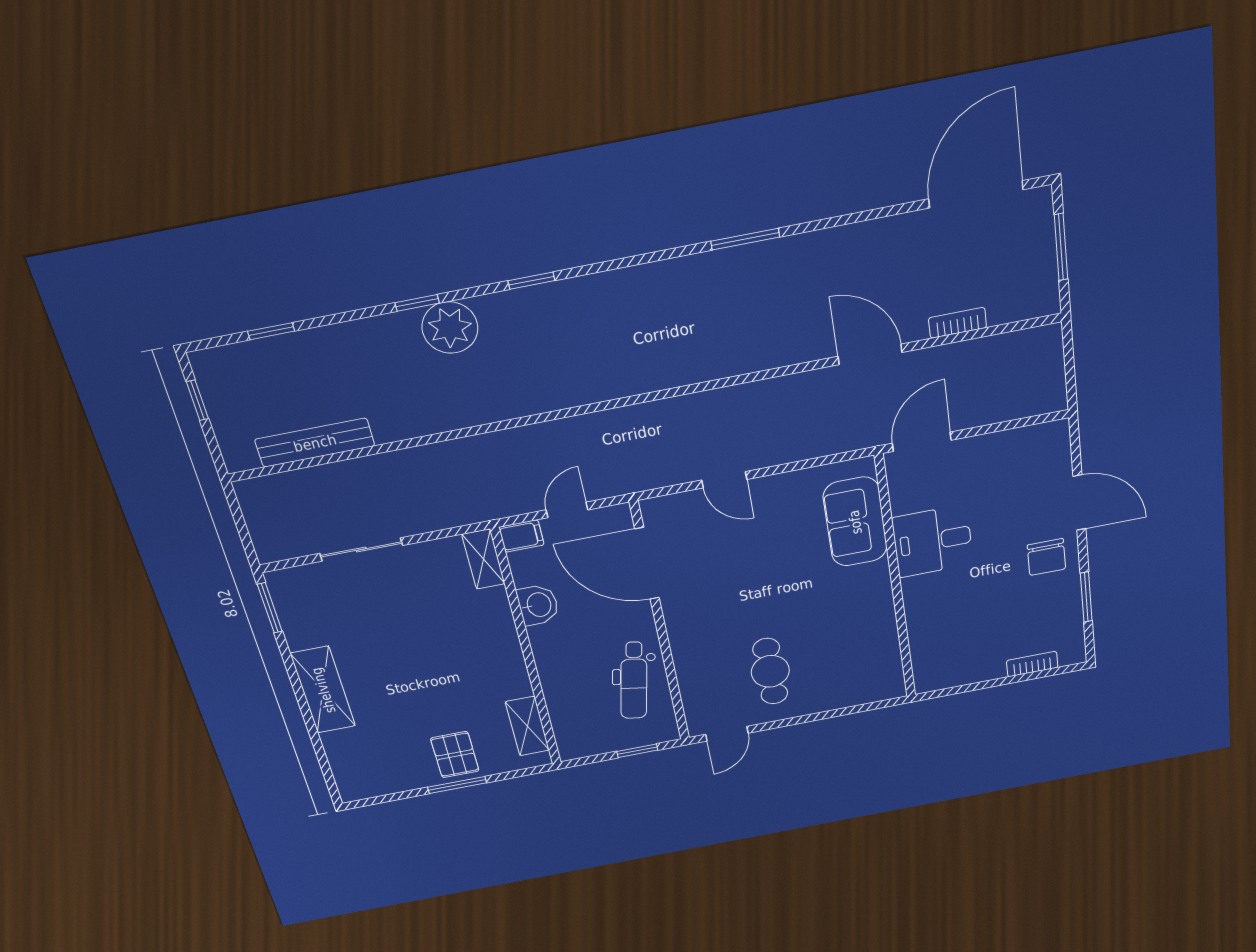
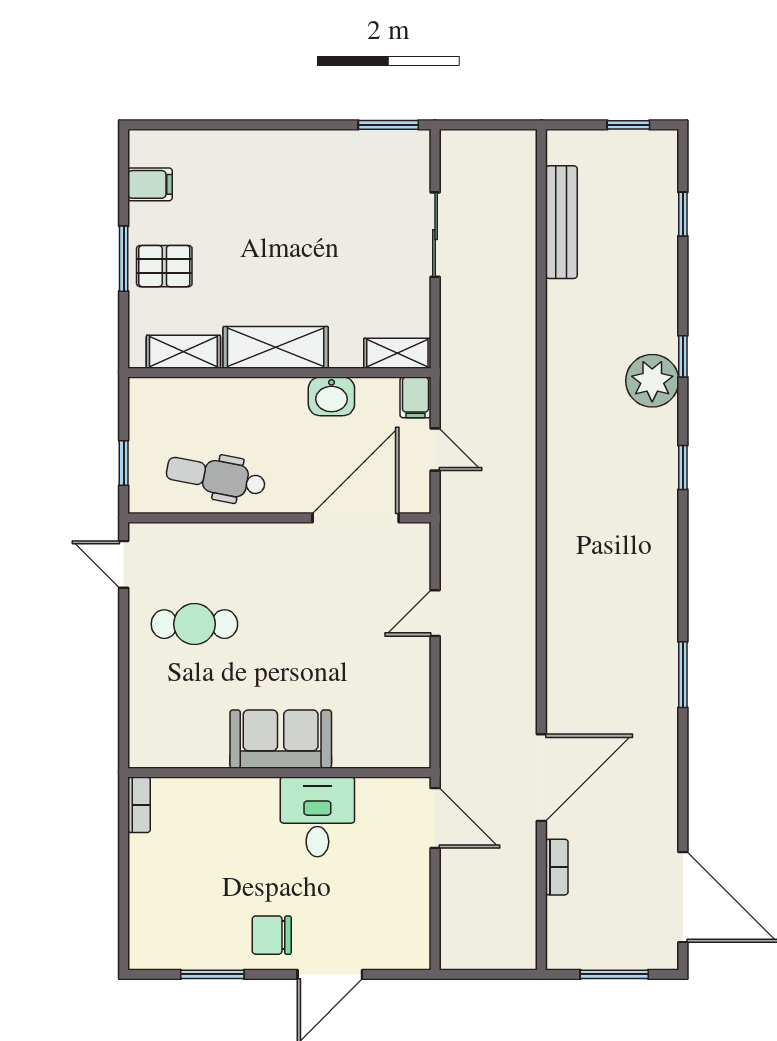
door: (870, 354) -> (541, 778), width x1.36
sofa: (855, 522) -> (281, 739), moved
bookcase: (1032, 664) -> (139, 805), moved
shelving: (323, 690) -> (276, 347), moved
filing cabinet: (385, 779) -> (150, 184), added

